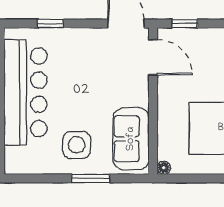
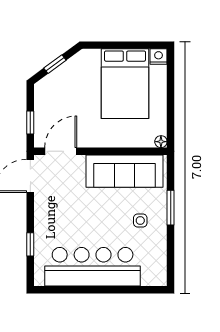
sofa: (131, 139) -> (124, 171), width x1.36
side table: (77, 145) -> (140, 221), width x0.54, depth x0.54

